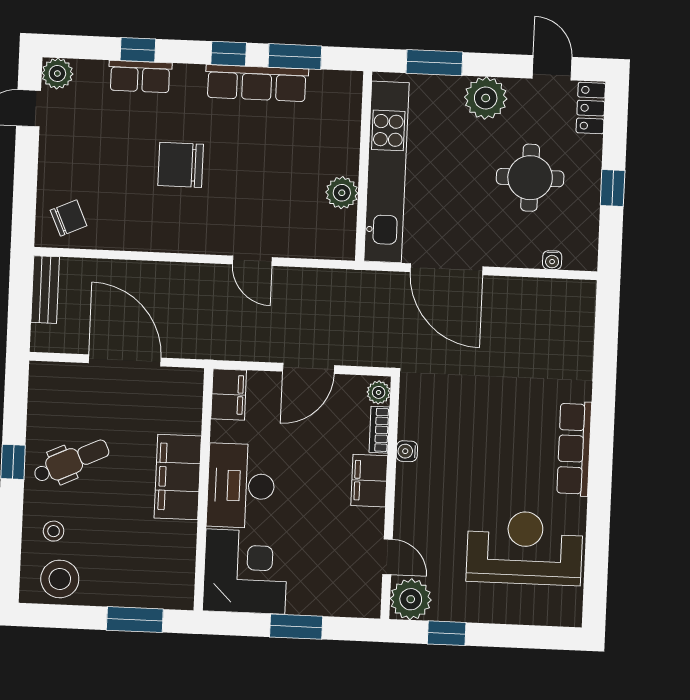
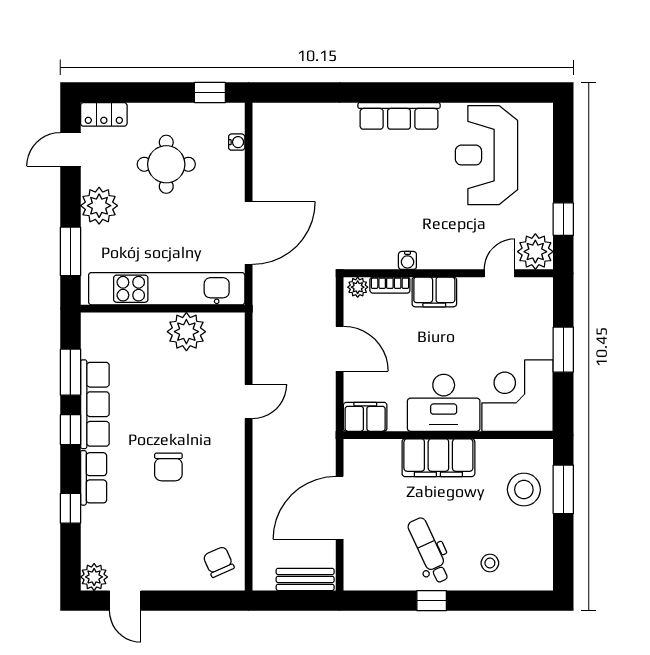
row of seats: (140, 77) -> (94, 478), moved
chair: (181, 165) -> (168, 467), width x0.73, depth x0.73
window: (613, 188) -> (210, 93), moved
plant: (342, 193) -> (186, 332), width x1.36, depth x1.36
bench: (45, 290) -> (305, 579), moved
stool: (60, 579) -> (524, 490), moved

